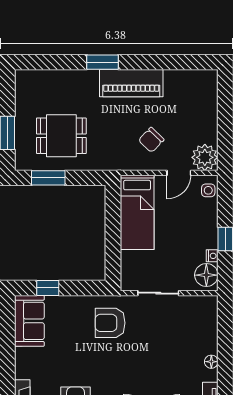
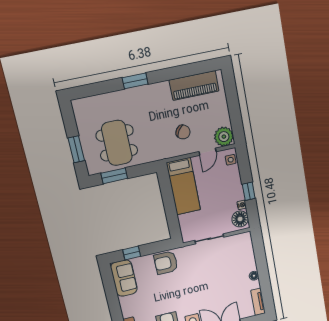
piano: (131, 83) -> (194, 85), moved
dining table: (61, 136) -> (117, 143), width x1.38
chair: (151, 140) -> (183, 132), turned -100
armchair: (110, 323) -> (166, 263), moved

